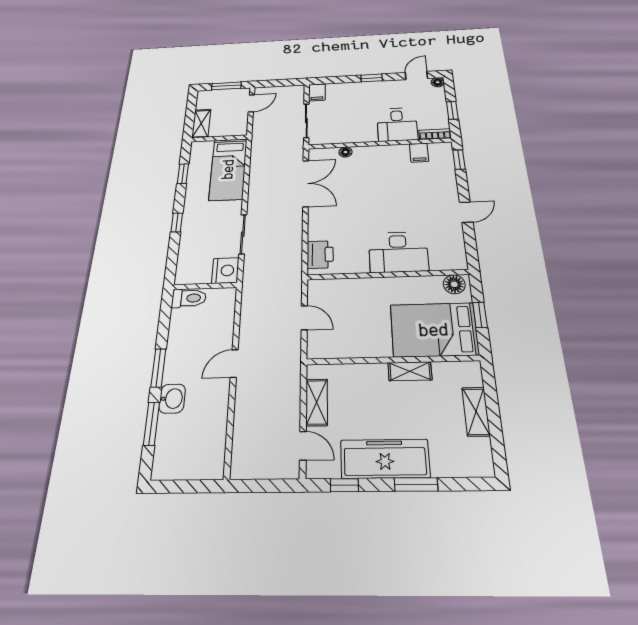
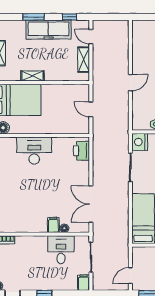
desk: (397, 124) -> (61, 250), moved
filing cabinet: (419, 153) -> (53, 225), moved

